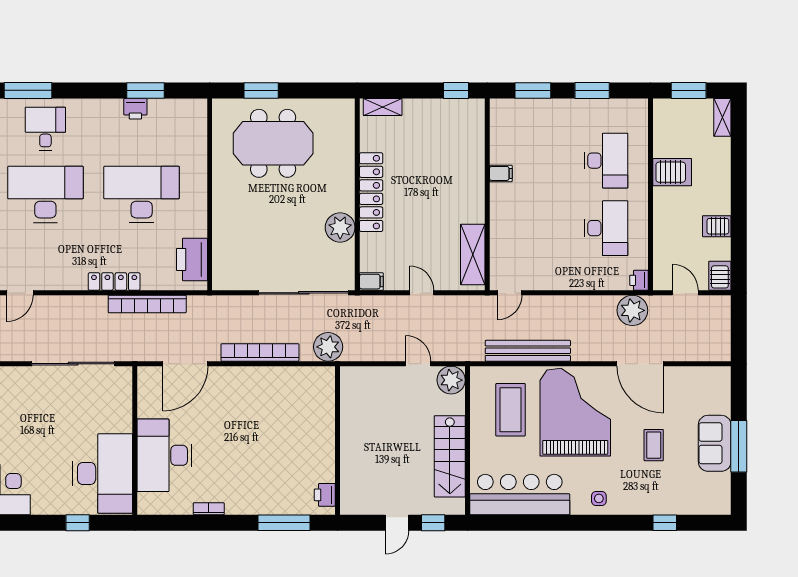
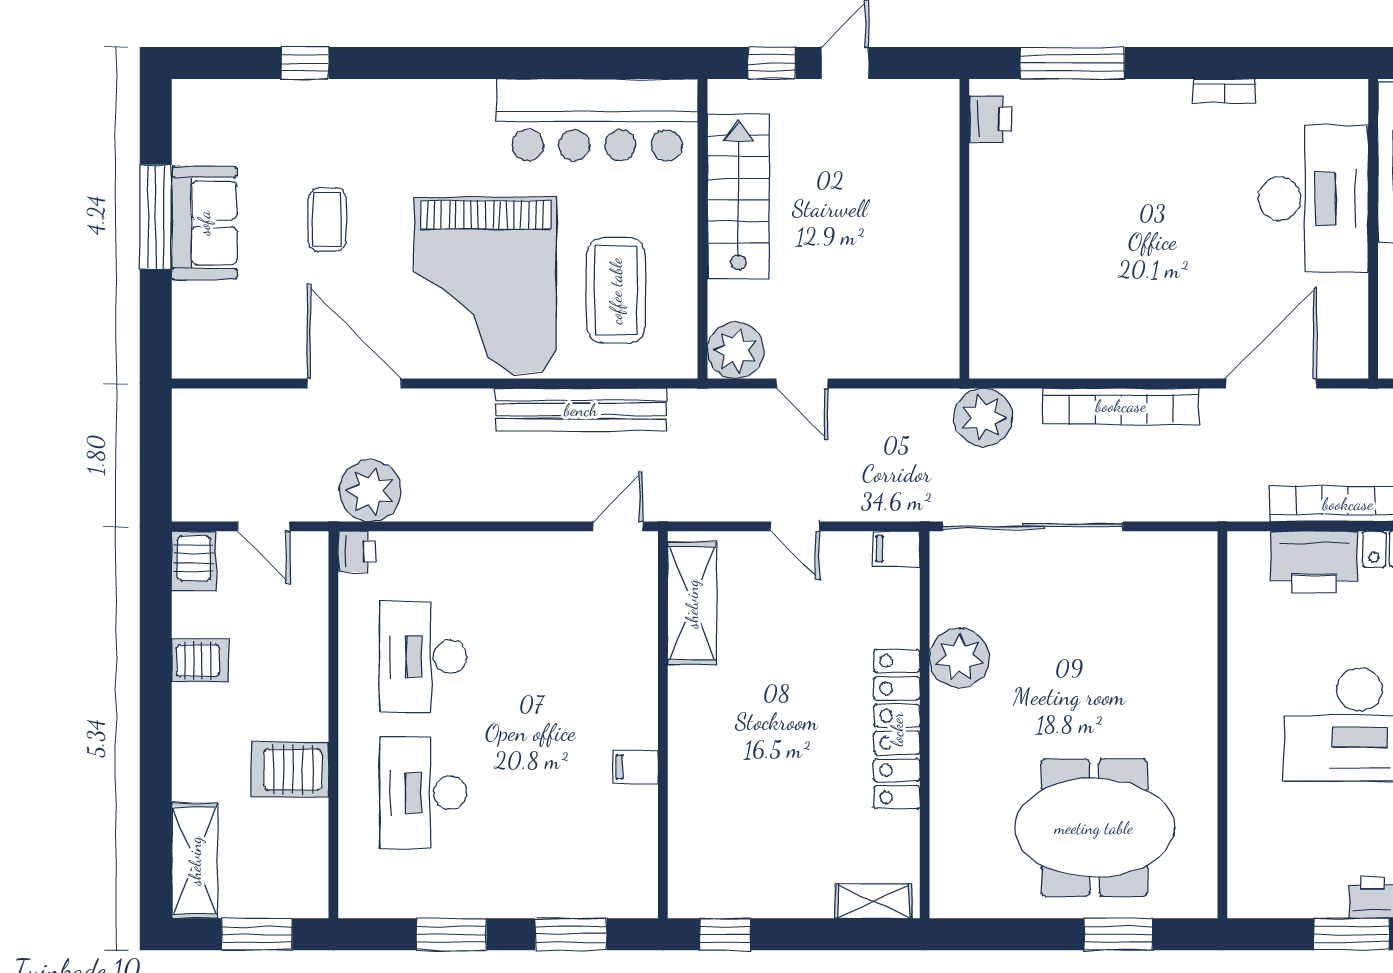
shelving: (722, 117) -> (195, 861), width x1.50, depth x1.33
printer: (192, 259) -> (1314, 562), moved, turned 90
side table: (599, 498) -> (438, 112), removed

